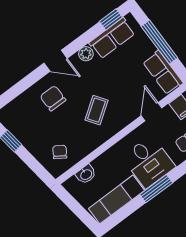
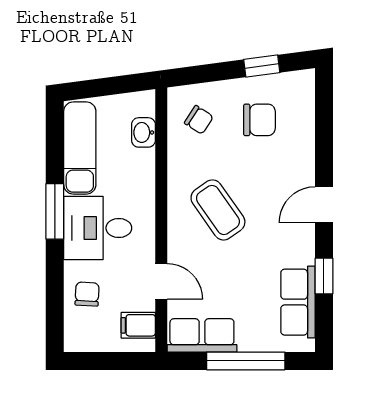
window: (111, 19) -> (324, 276), moved
plant: (86, 54) -> (303, 252), removed
chair: (53, 98) -> (259, 120), moved
coffee table: (96, 110) -> (218, 210), width x1.36, depth x1.30

